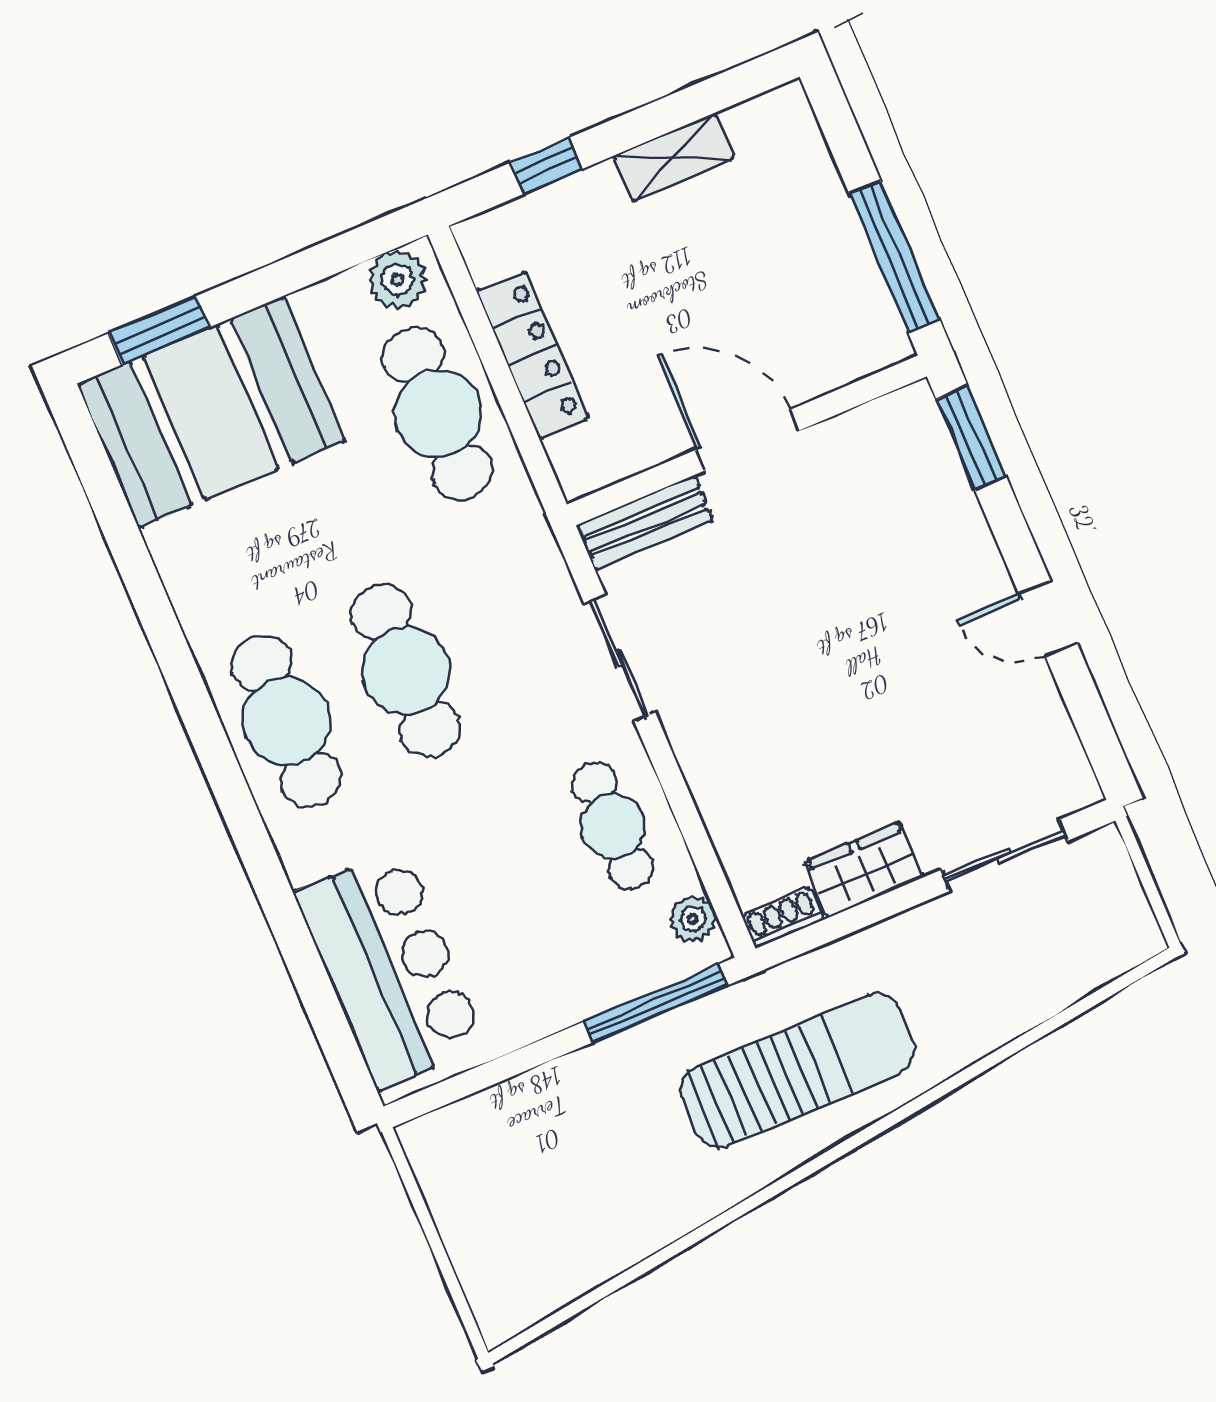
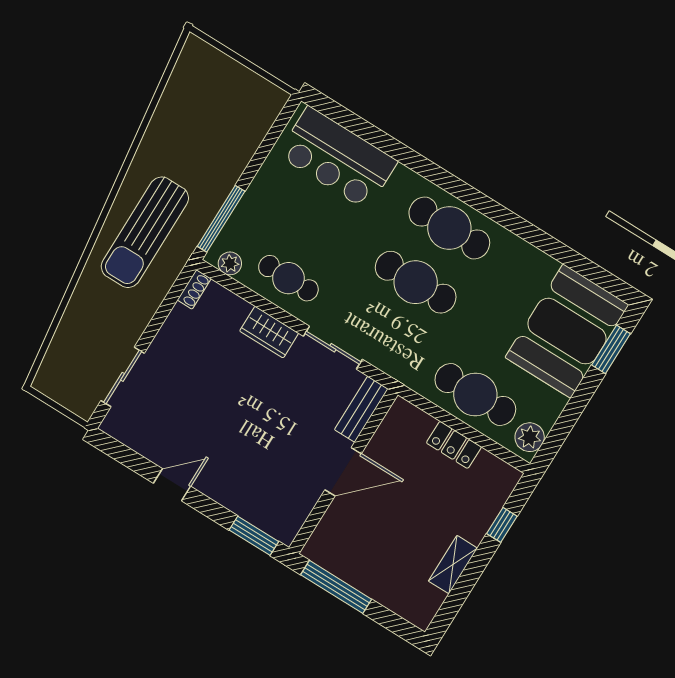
locker: (532, 355) -> (454, 445), width x0.66
wardrobe: (864, 870) -> (269, 332), moved, turned 90

